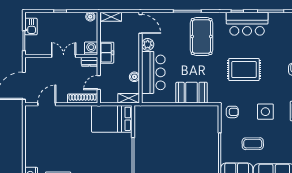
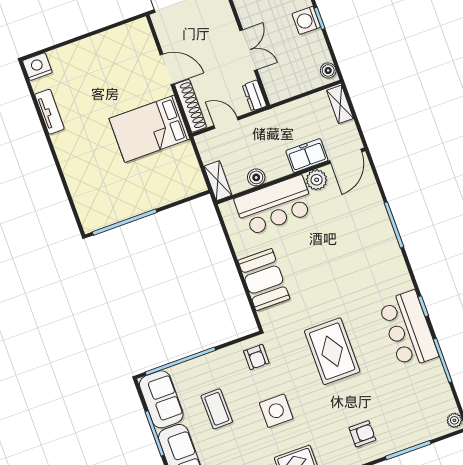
pool table: (202, 37) -> (361, 263), removed
washing machine: (91, 48) -> (306, 20), moved, turned 180
freezer: (107, 53) -> (307, 156), moved, turned 180
door: (47, 104) -> (167, 69), moved
bed: (112, 119) -> (149, 129), moved, turned -90

